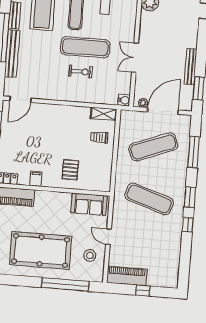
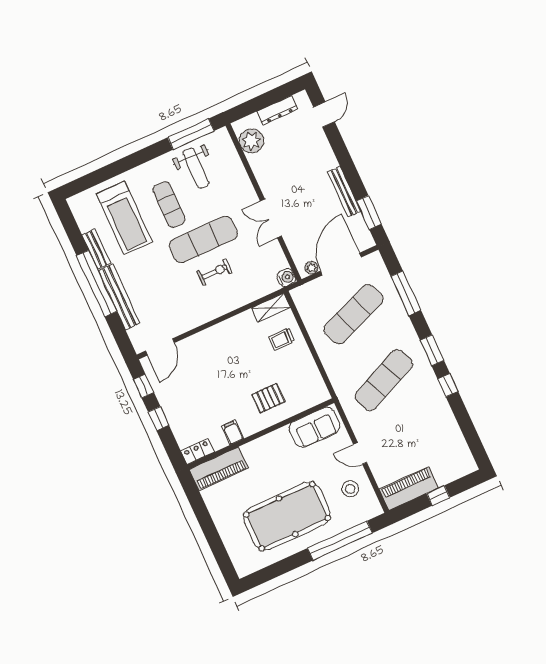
pallet: (70, 170) -> (268, 398), turned 90
exercise mat: (149, 199) -> (384, 380), turned -42

